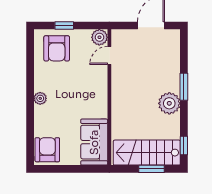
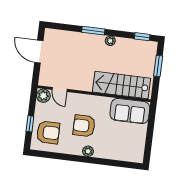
plant: (169, 103) -> (110, 41), width x0.53, depth x0.53
armchair: (47, 150) -> (84, 126), moved
stairs: (147, 153) -> (121, 85), moved, turned 90

